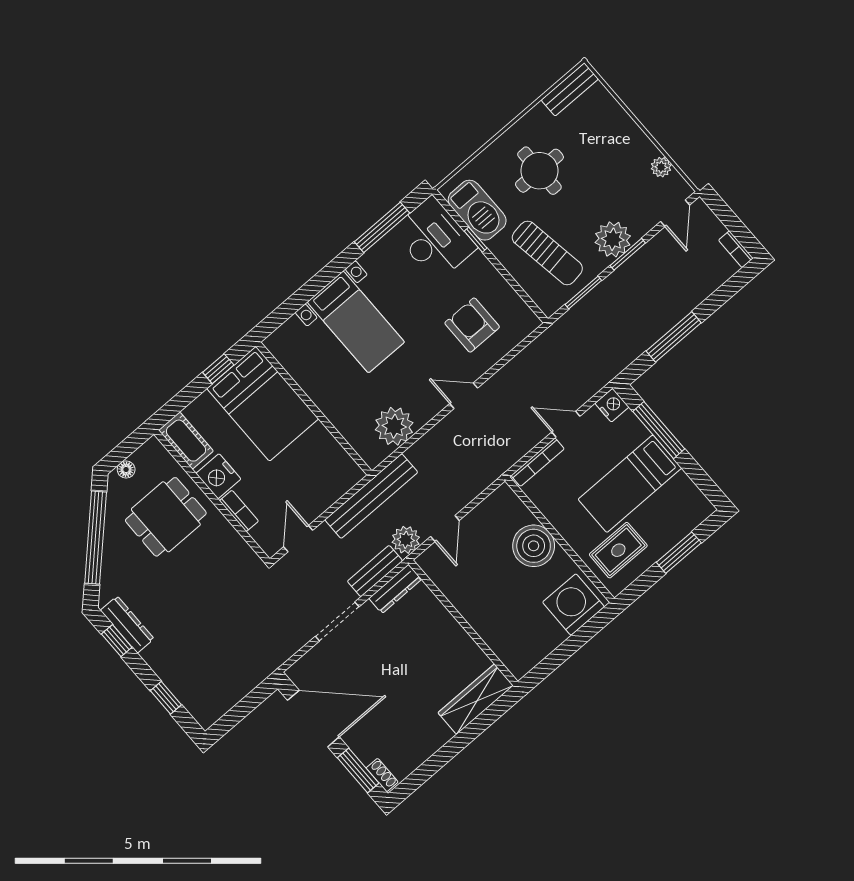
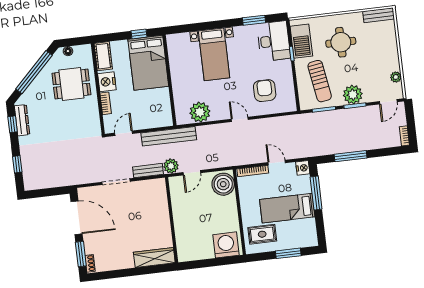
window: (382, 227) -> (254, 20), width x0.69
boiler: (534, 546) -> (223, 184), moved
dresser: (395, 589) -> (152, 185), removed

